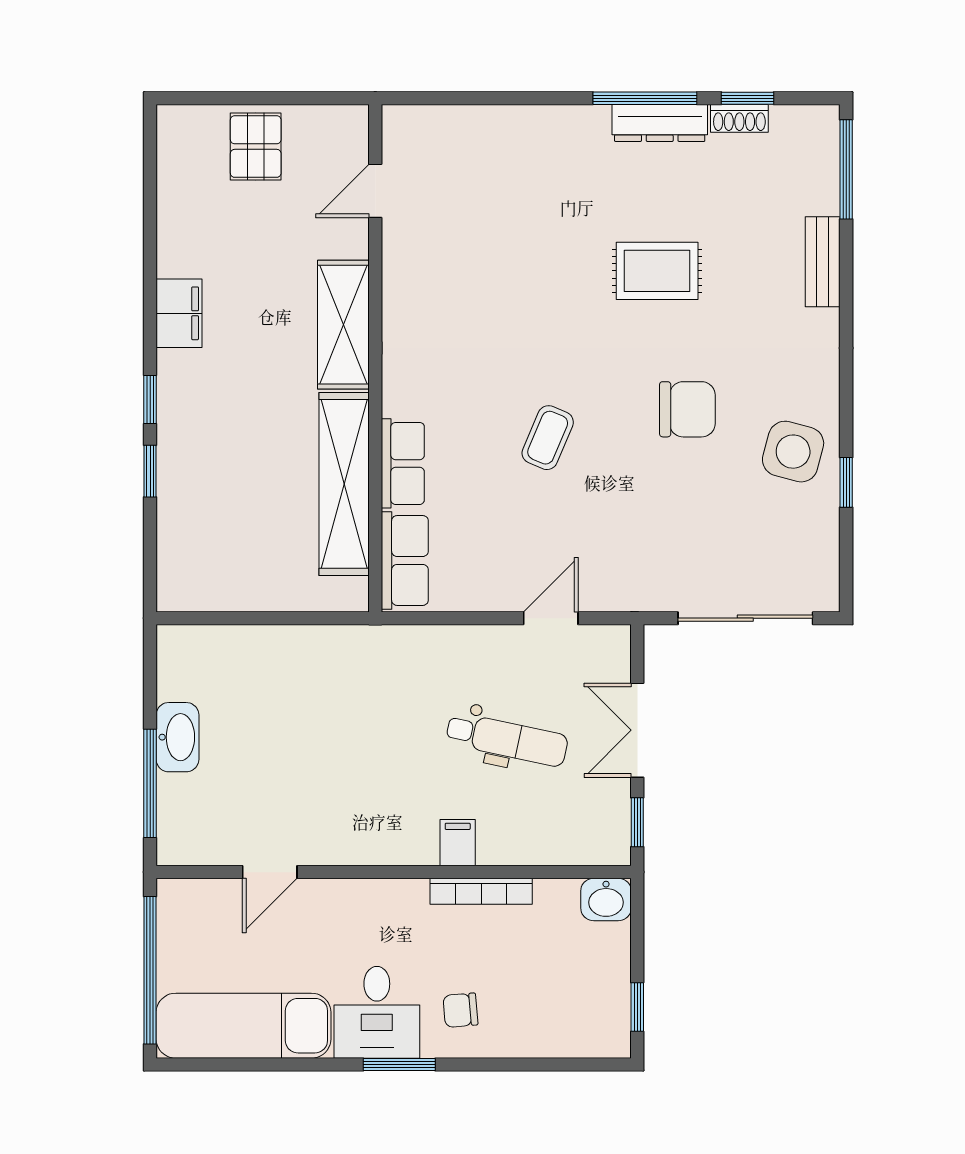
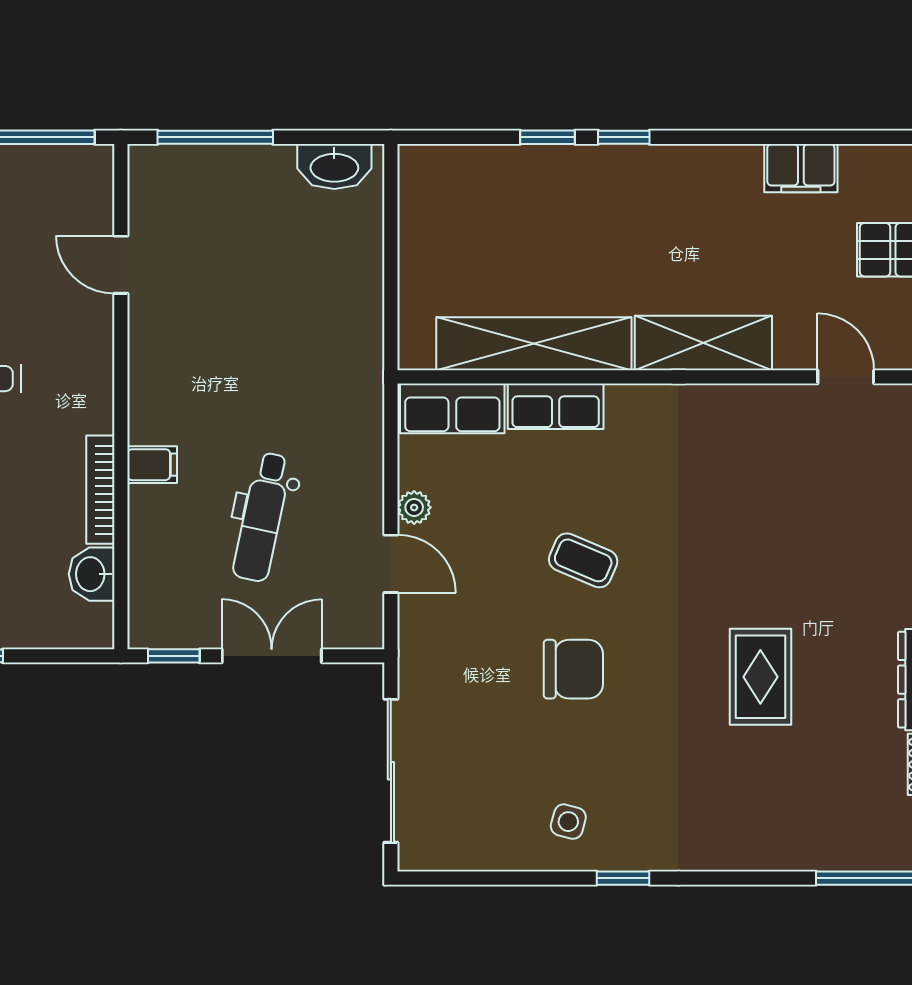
bench: (823, 262) -> (770, 853), removed
filing cabinet: (179, 313) -> (801, 168), moved
chair: (687, 409) -> (573, 669), moved, turned -90
side table: (793, 452) -> (568, 822), width x0.54, depth x0.54
window: (846, 482) -> (623, 878), moved
plant: (498, 596) -> (414, 507), added
washbasin: (177, 737) -> (334, 166), moved
washbasin: (606, 899) -> (92, 574), moved

